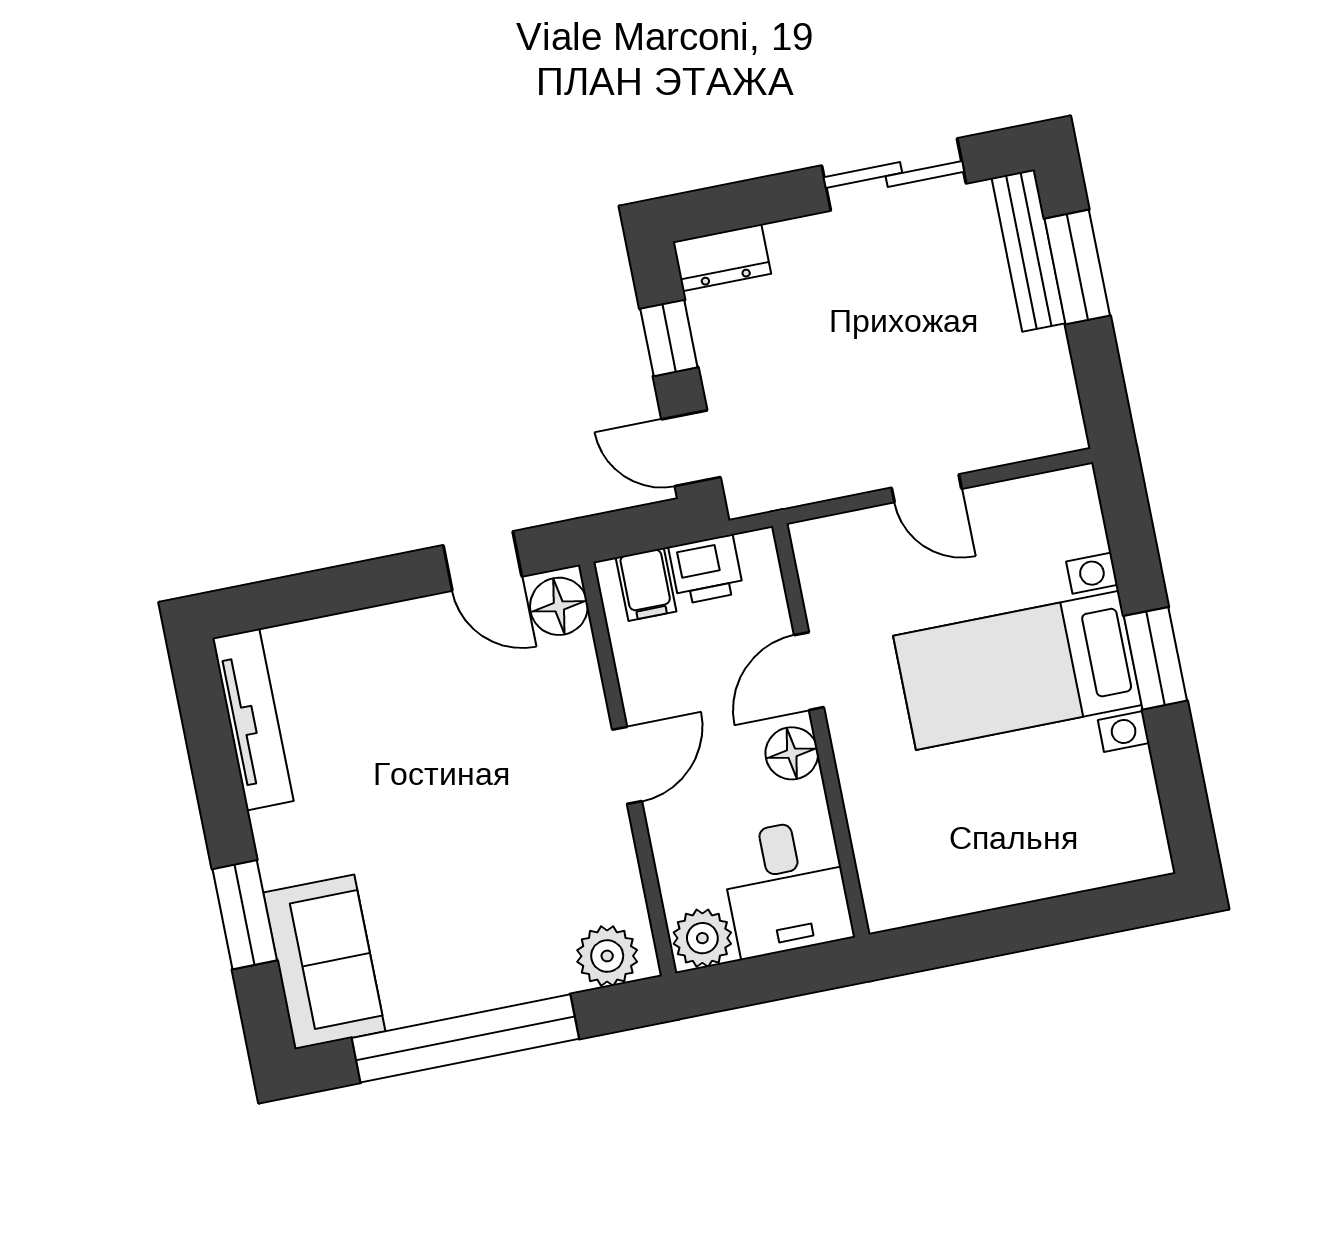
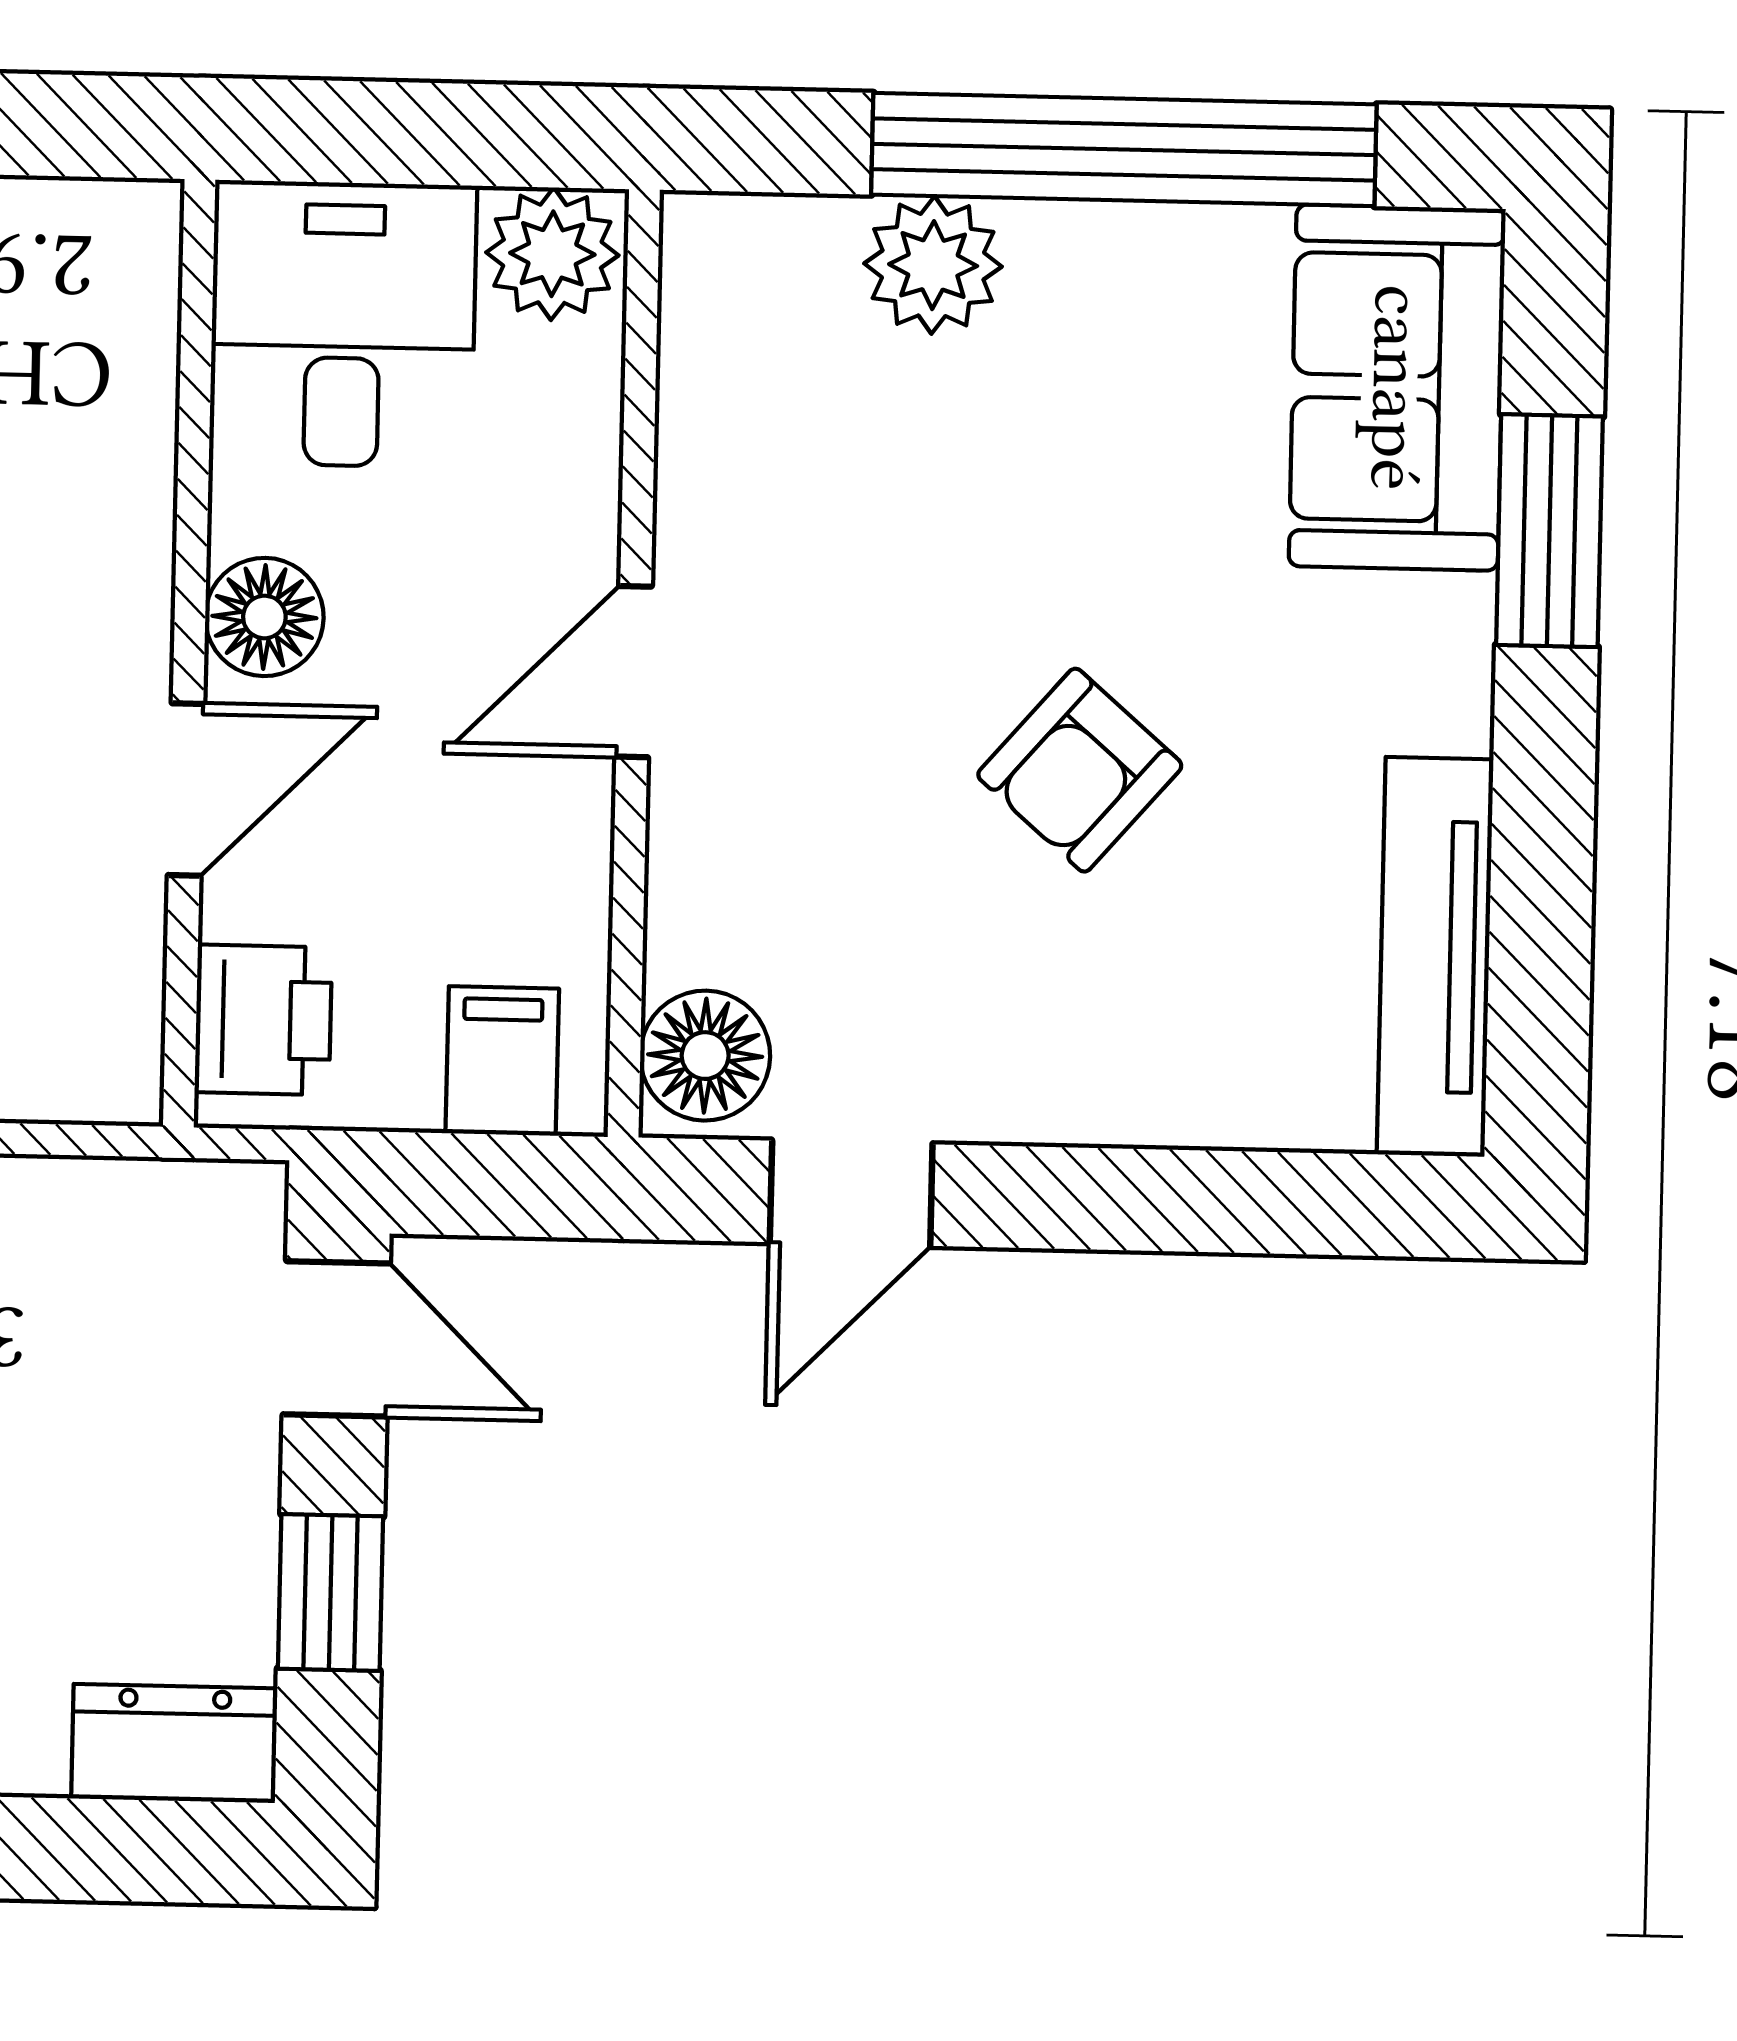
door: (482, 561) -> (851, 1193), swing flipped
printer: (706, 570) -> (263, 1020), moved, turned 90
armchair: (425, 766) -> (1080, 770), added
plant: (607, 956) -> (933, 265), moved

